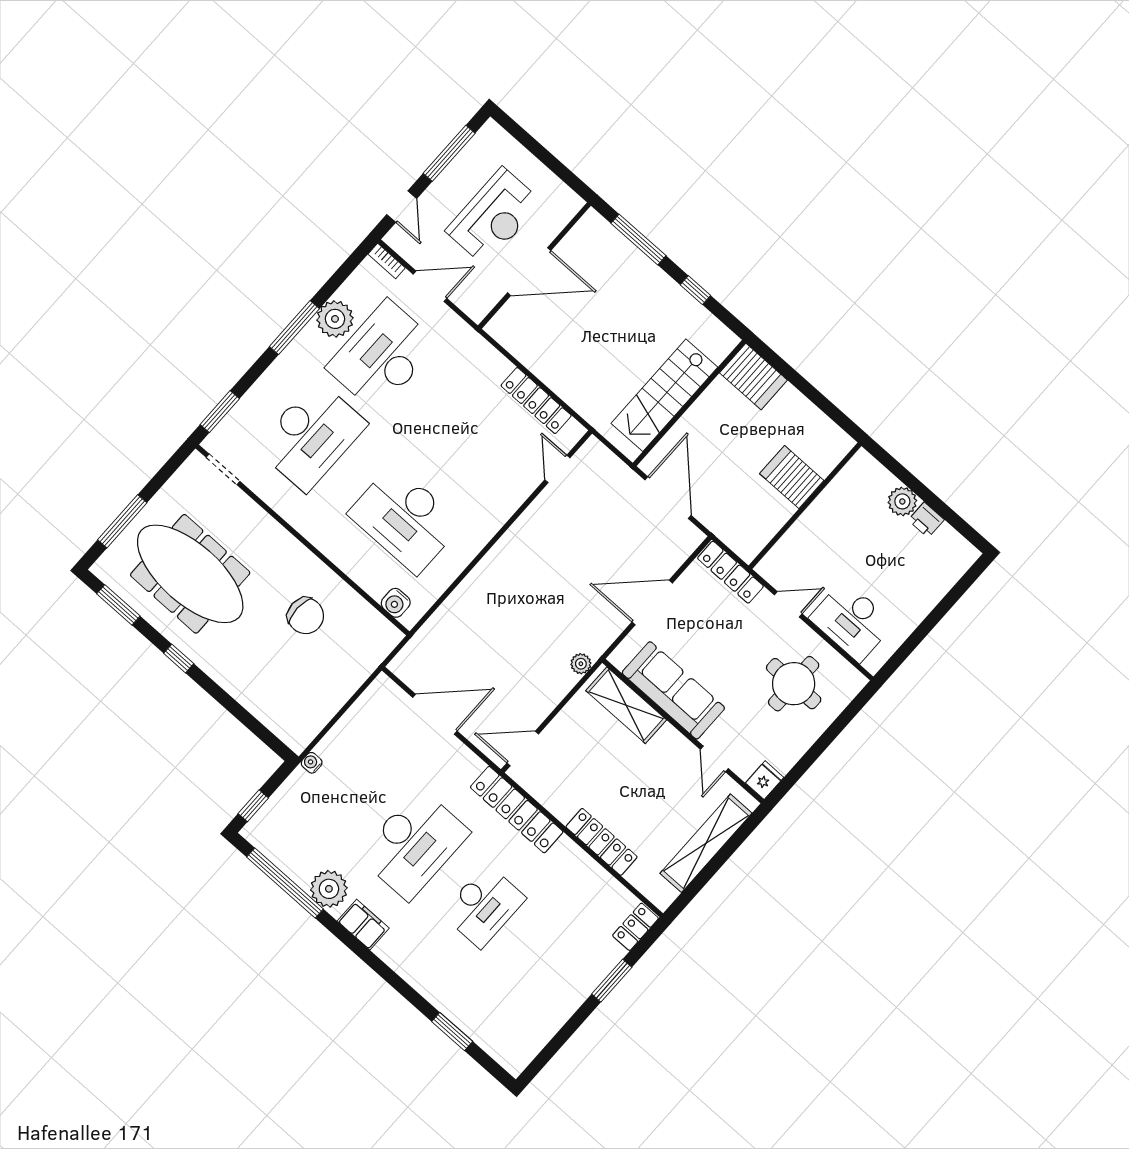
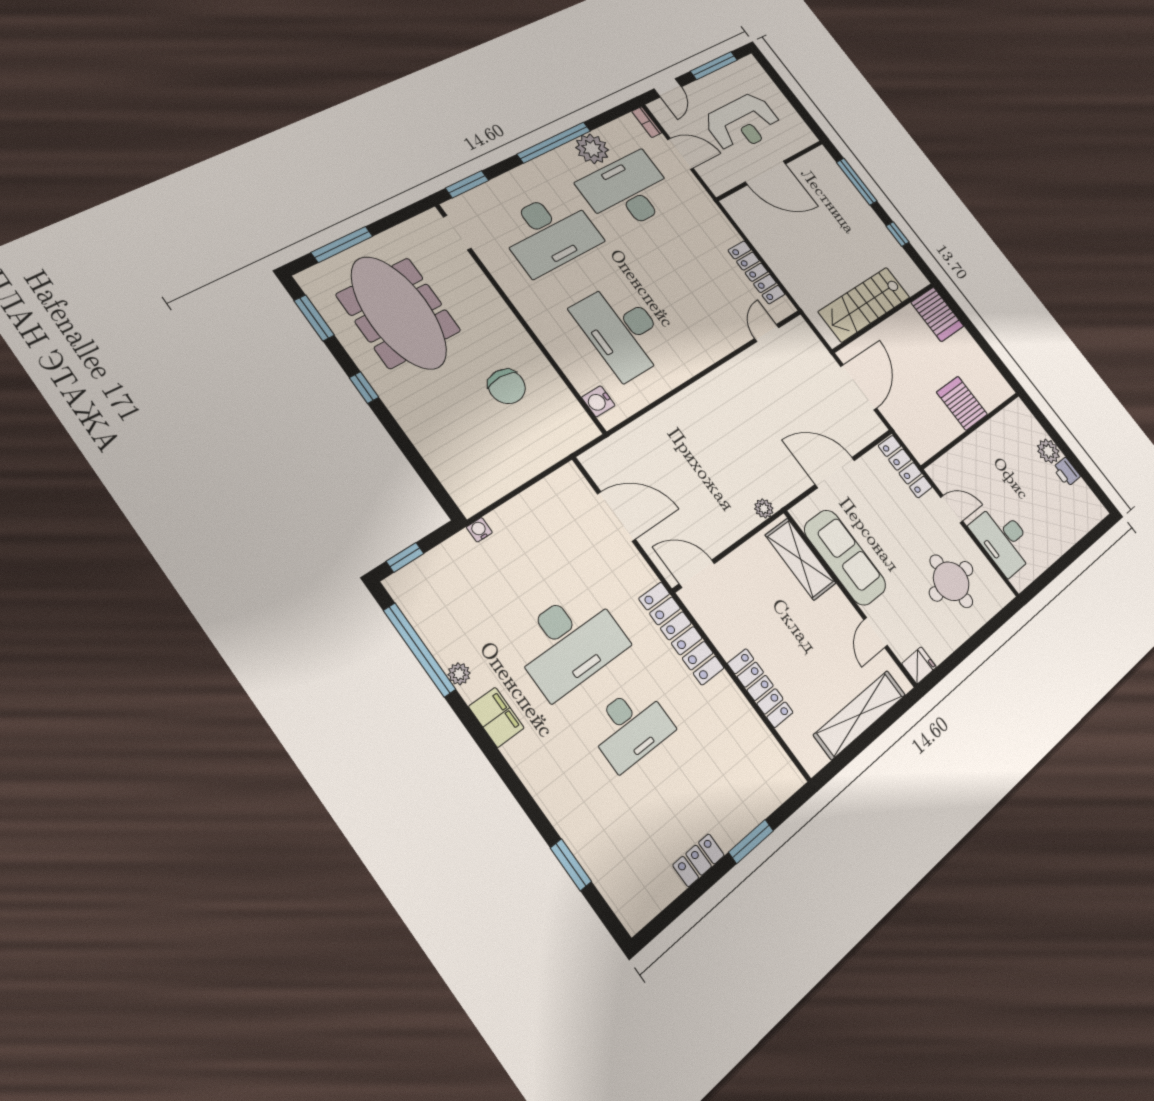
window: (294, 327) -> (554, 142), width x1.46
plant: (329, 889) -> (459, 674), width x0.53, depth x0.53
locker: (635, 927) -> (699, 860), moved

